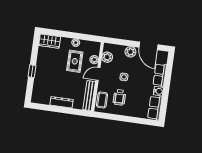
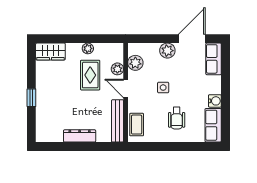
door: (148, 46) -> (192, 39), swing flipped
door: (98, 74) -> (126, 88), hinge flipped
row of seats: (160, 75) -> (214, 59), moved
wheelchair: (119, 97) -> (177, 118), moved

